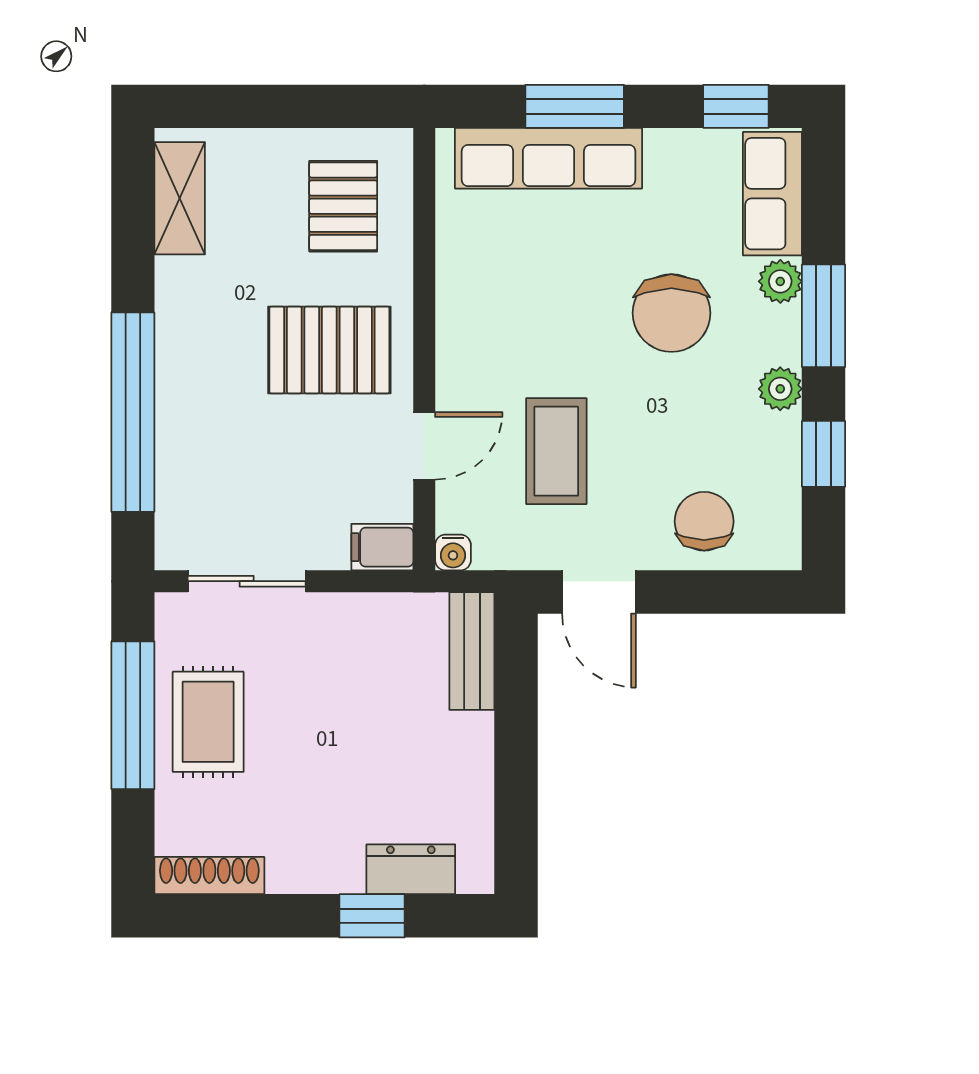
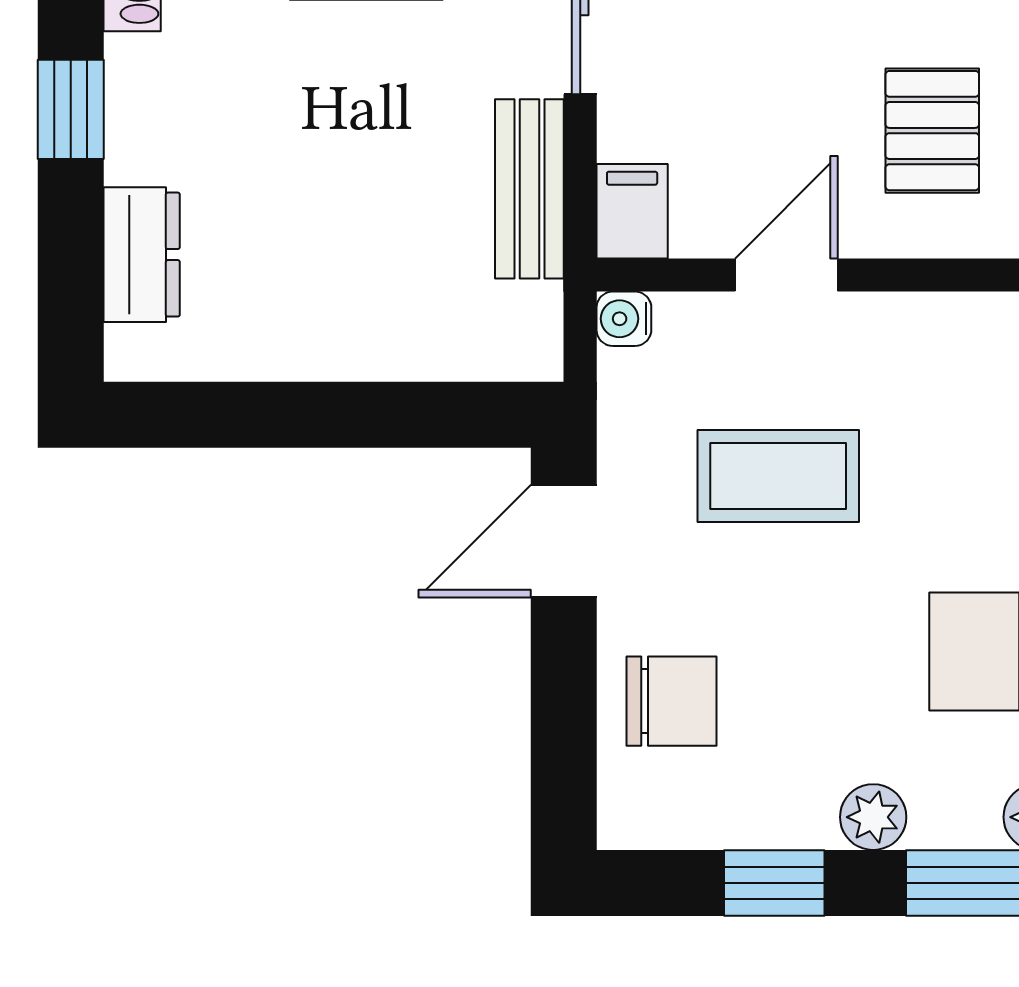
pallet: (329, 350) -> (932, 131), width x0.67, depth x0.71
door: (424, 446) -> (786, 275), swing flipped
bench: (472, 651) -> (529, 189), moved, turned 90
window: (372, 916) -> (71, 109), moved

